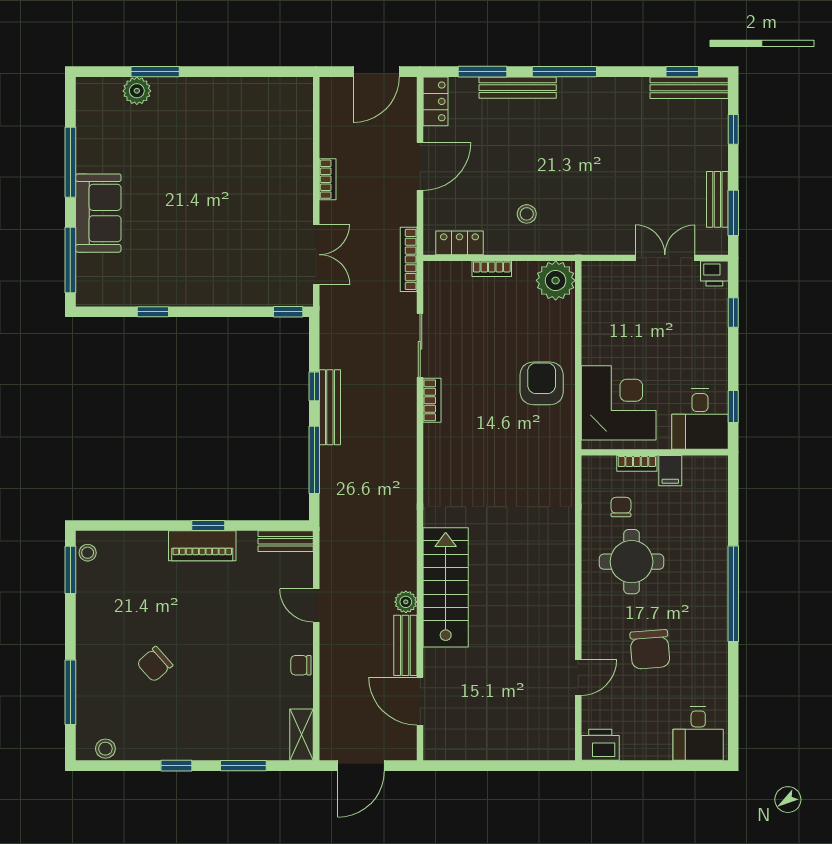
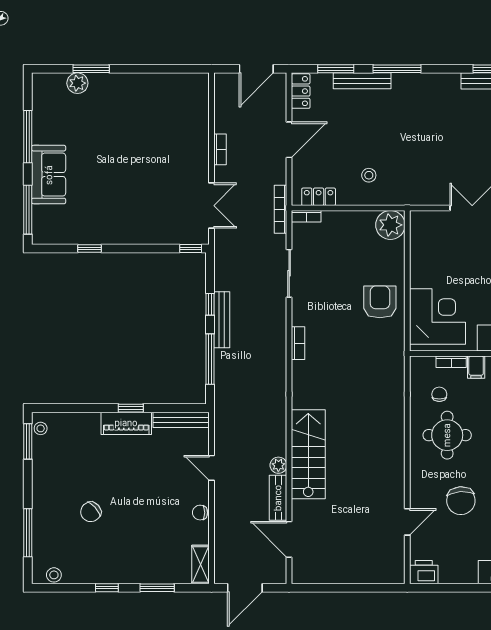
bookcase: (492, 269) -> (306, 216), moved
bookcase: (432, 400) -> (298, 343), moved
bench: (286, 541) -> (181, 420), width x1.36

